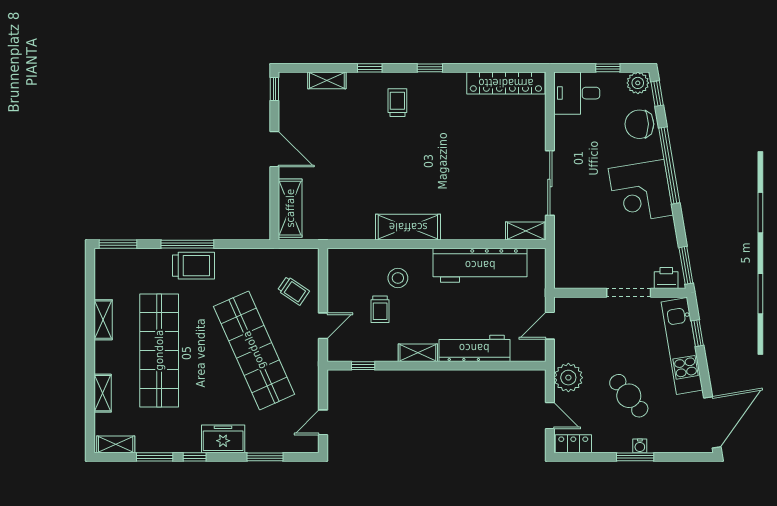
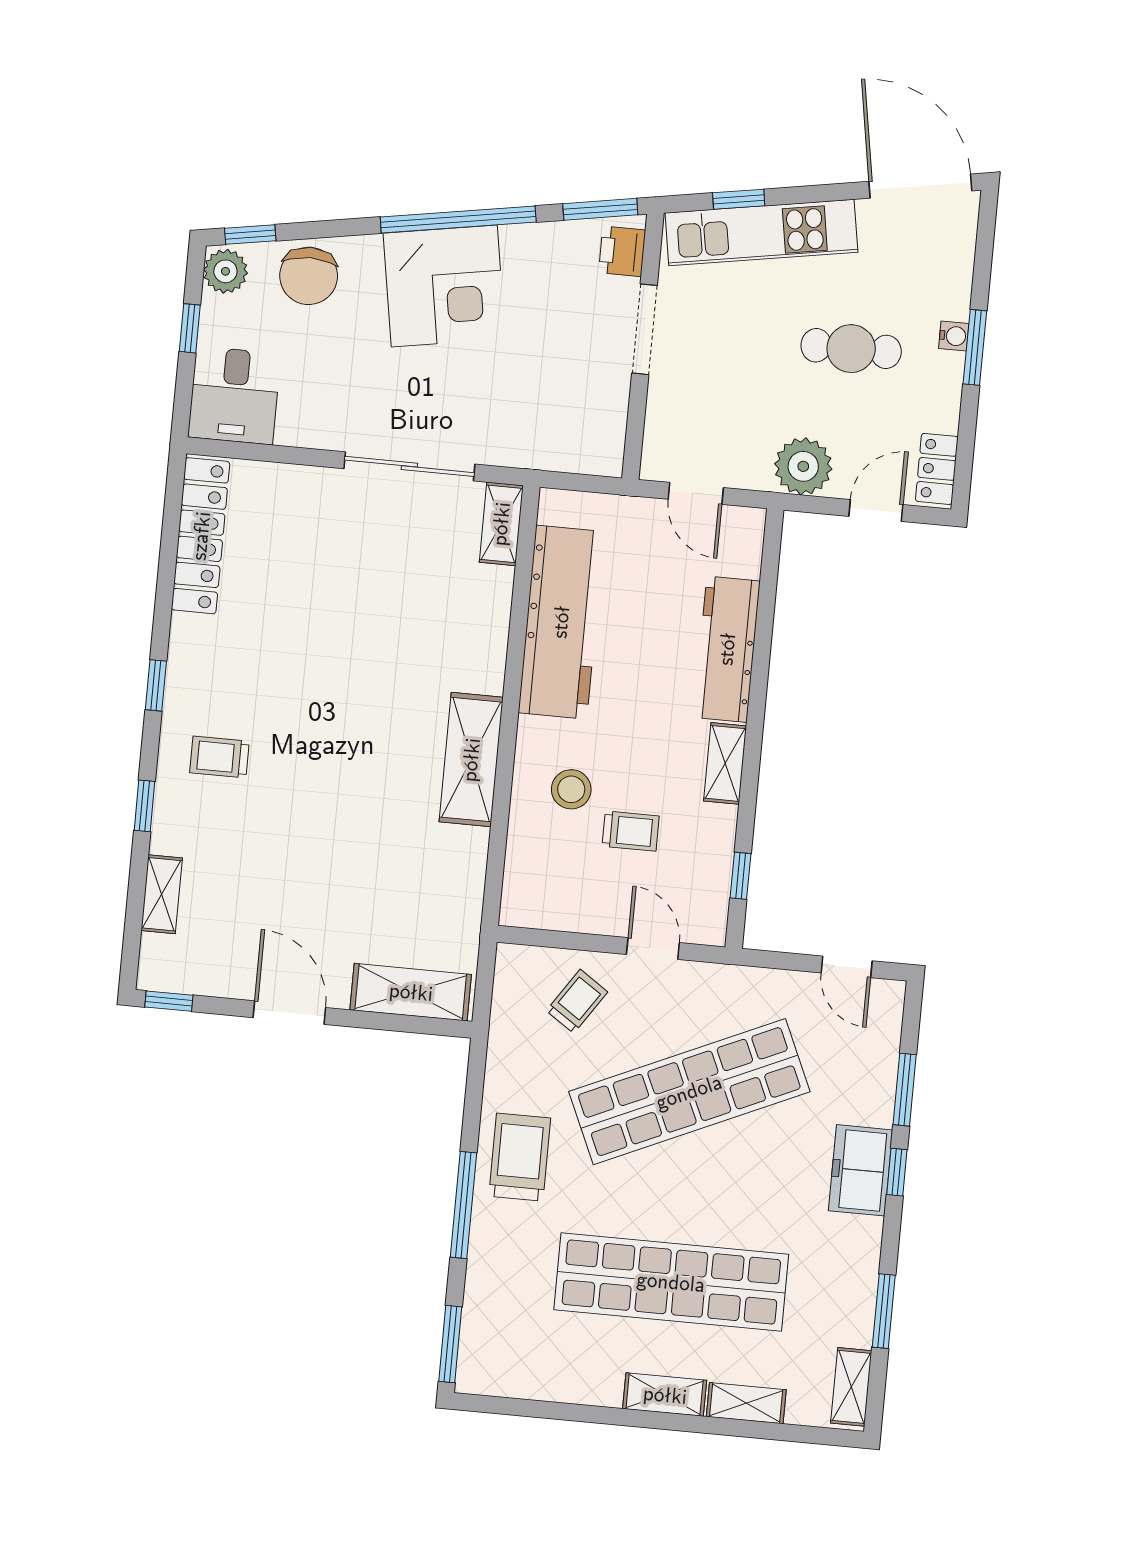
door: (274, 149) -> (289, 1013), hinge flipped
window: (669, 165) -> (458, 219), moved
trolley: (193, 266) -> (520, 1157), moved
shelving: (103, 320) -> (665, 1395), moved
cafe table: (629, 396) -> (851, 349), turned 39
window: (195, 457) -> (897, 1172), moved

